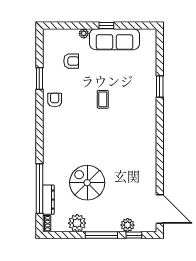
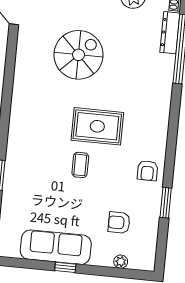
plant: (84, 33) -> (121, 262), moved
rug: (93, 128) -> (97, 126), added
spiral stairs: (87, 183) -> (79, 55), moved, turned -90

